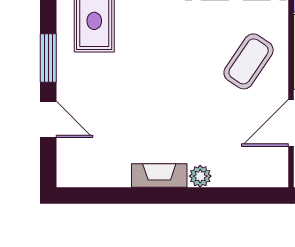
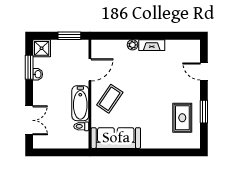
window: (48, 58) -> (204, 112), moved

